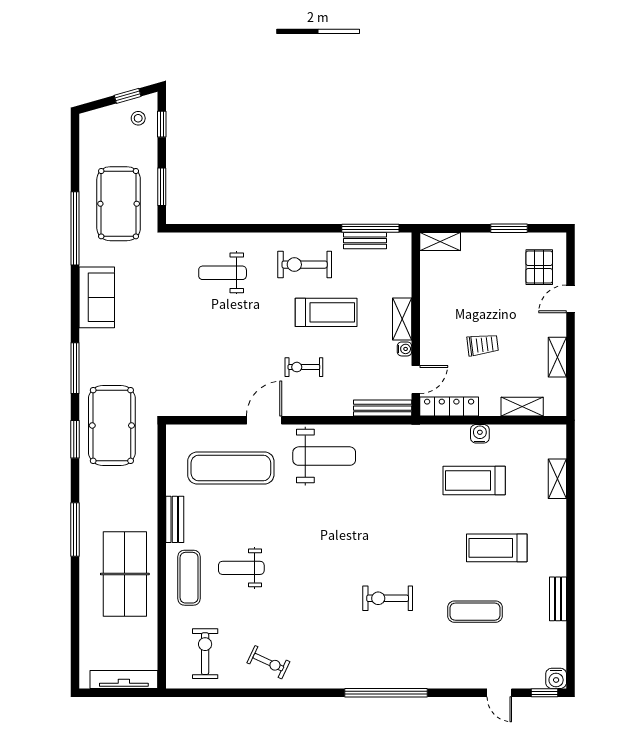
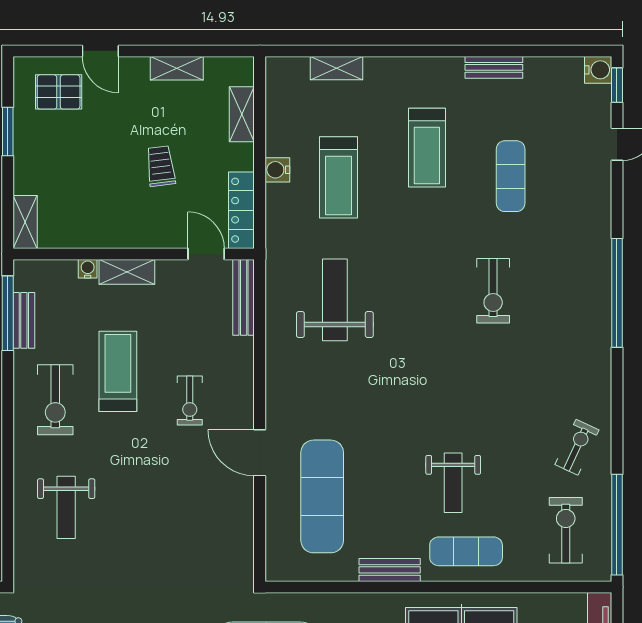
water cooler: (404, 349) -> (88, 269), moved
weight bench: (324, 456) -> (335, 300), moved
exercise bike: (205, 654) -> (566, 530), turned 90
window: (209, 693) -> (617, 525), added

